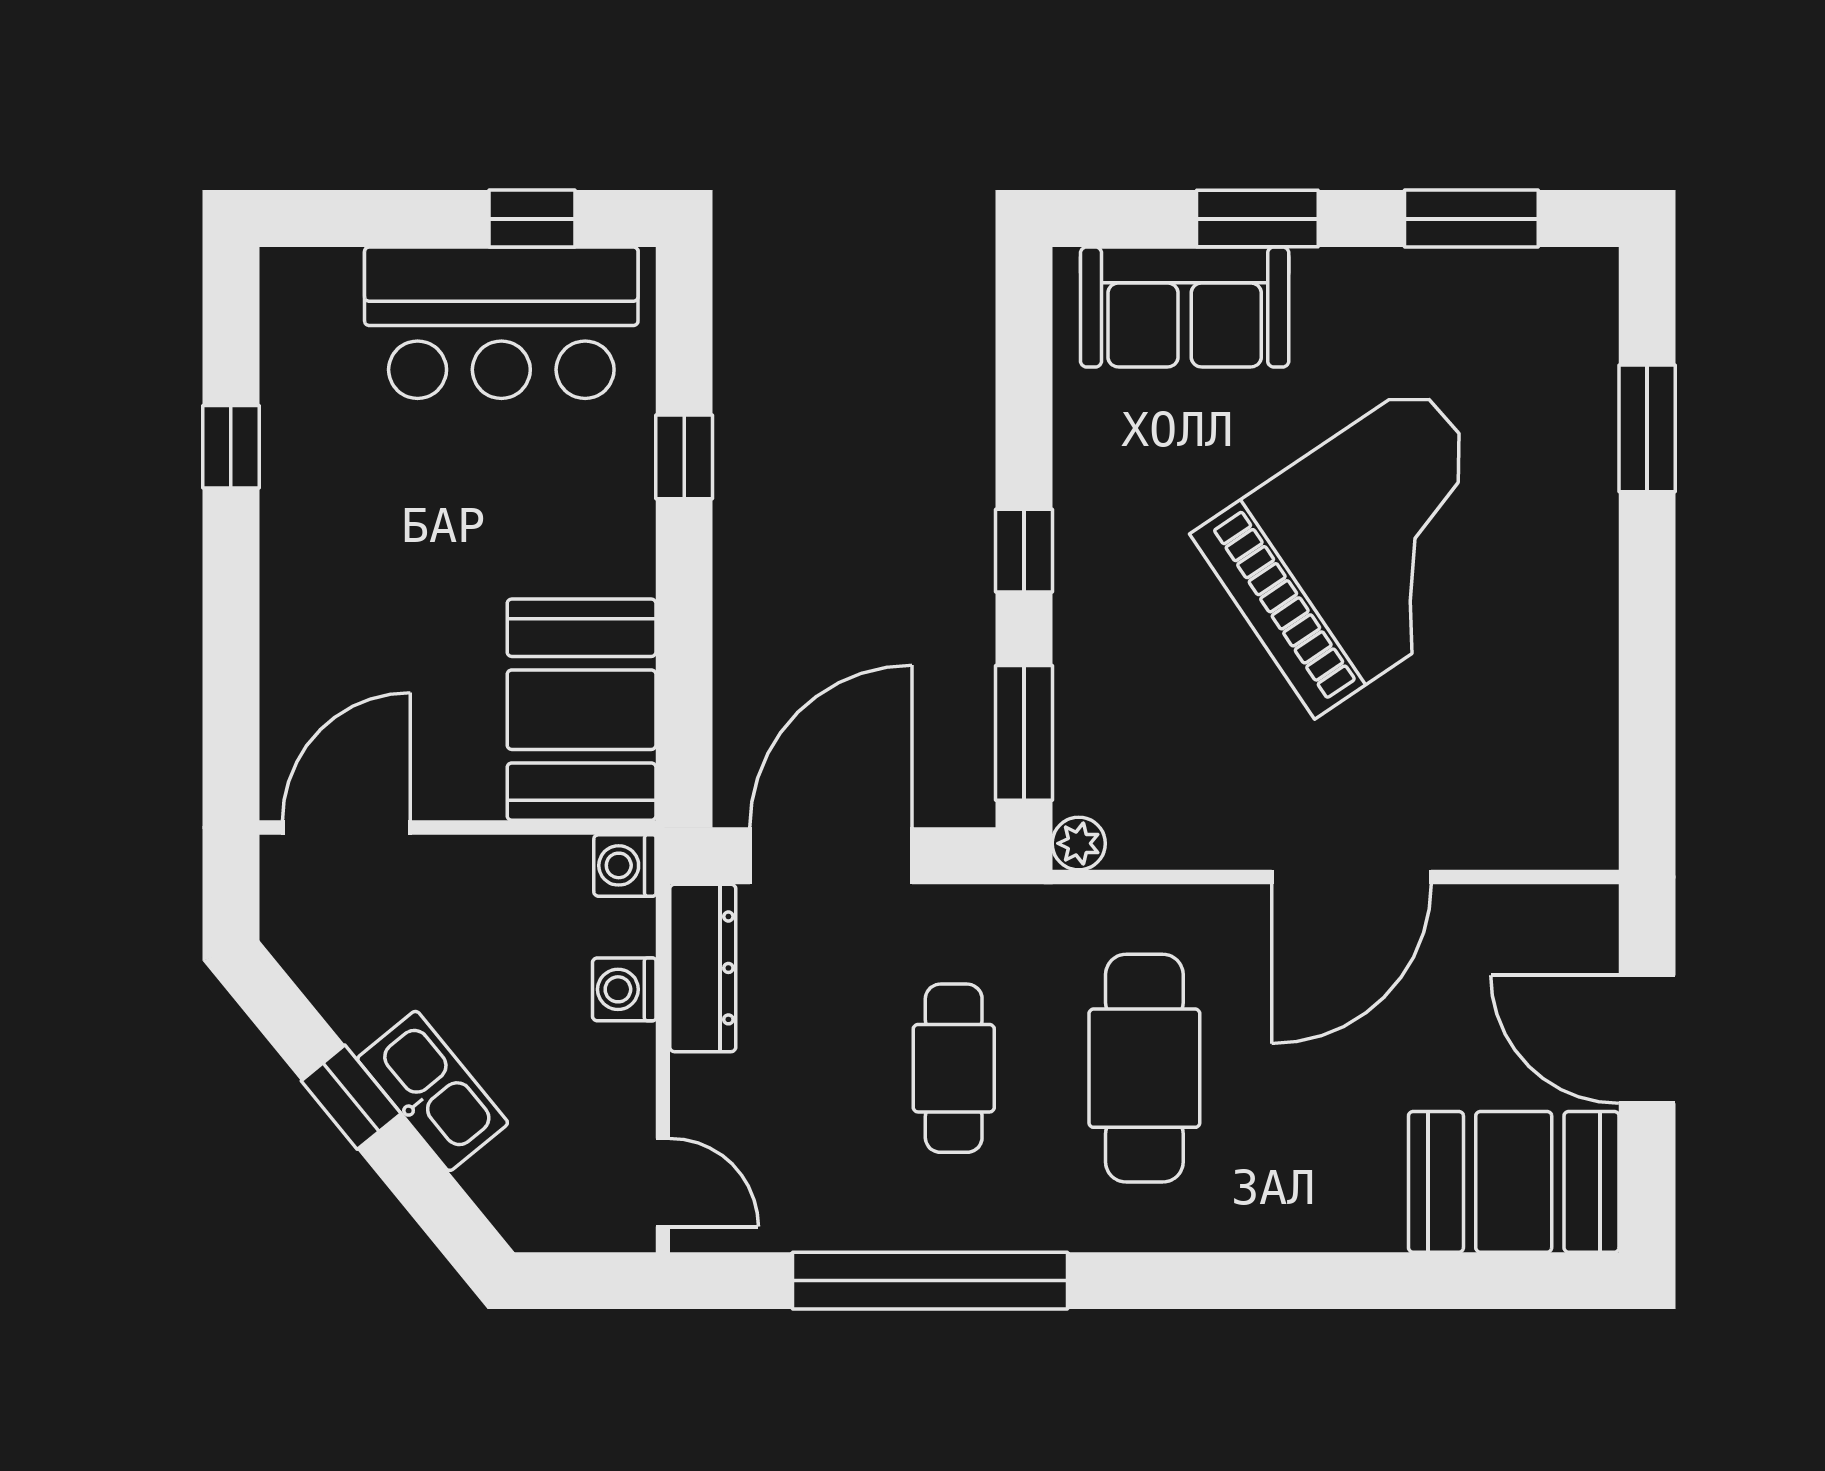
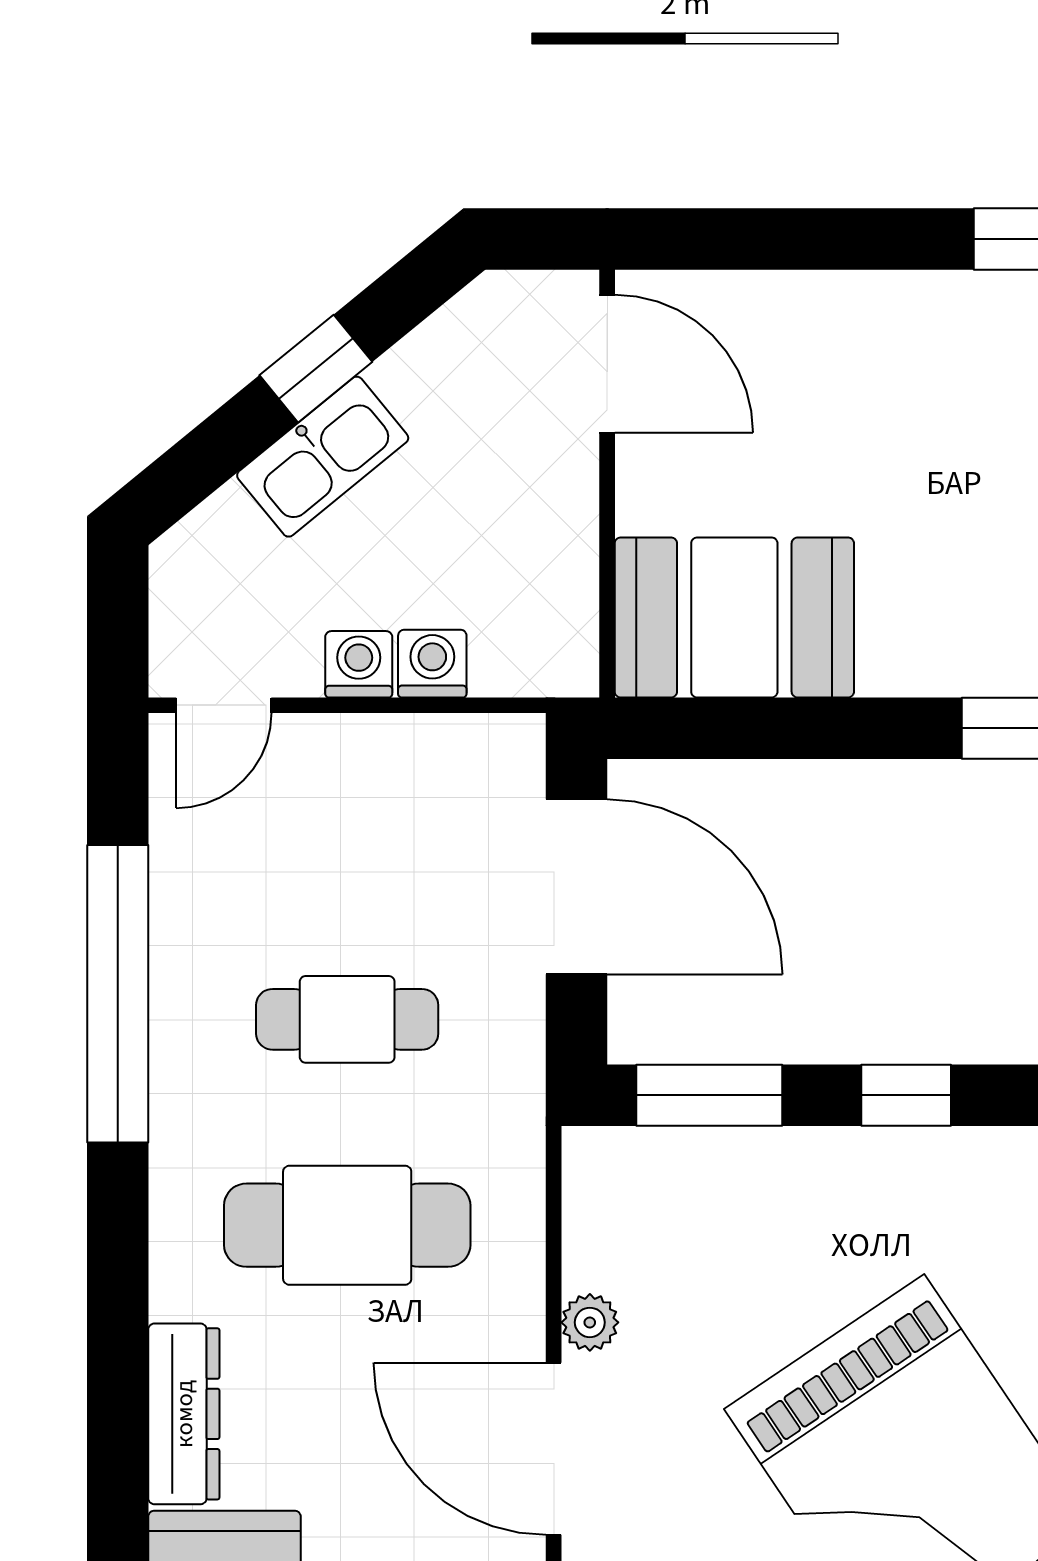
plant: (1079, 843) -> (590, 1322), moved
washing machine: (625, 865) -> (359, 664), moved
dresser: (703, 968) -> (184, 1414), moved, turned -90

